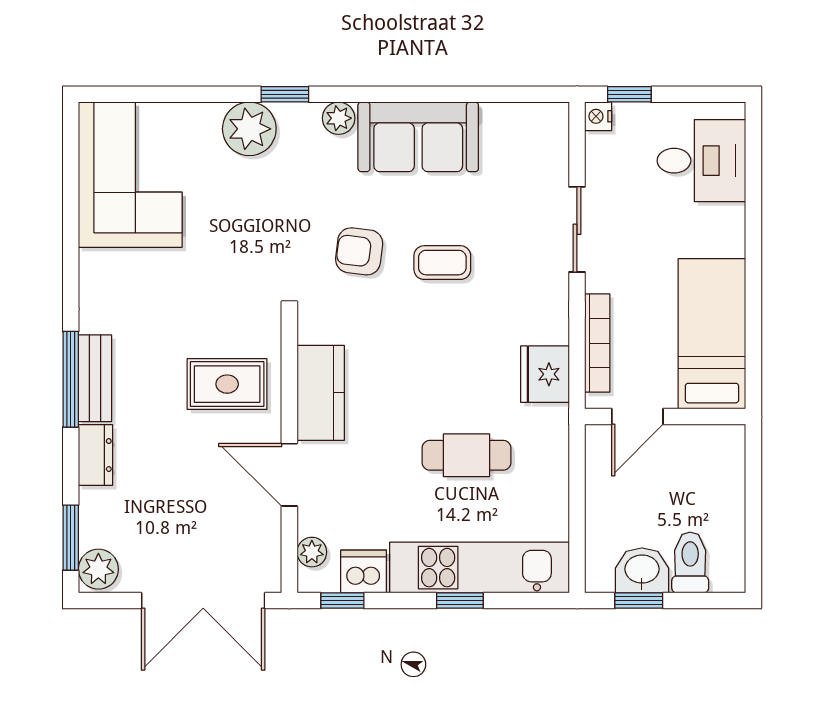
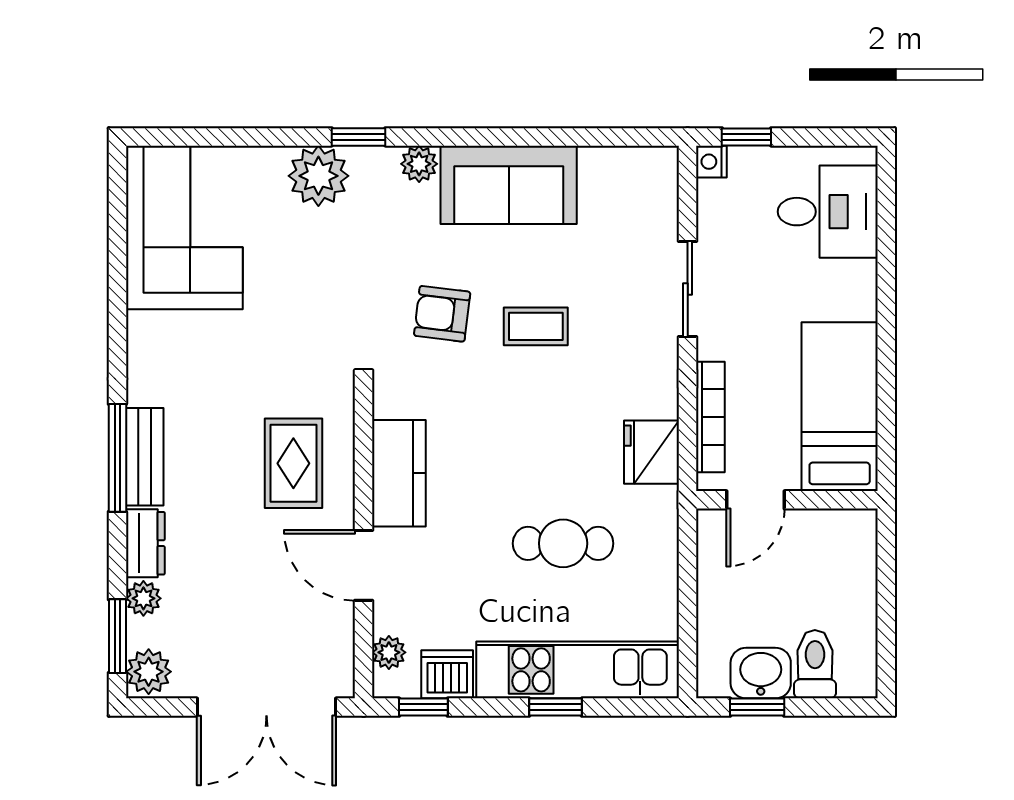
rug: (227, 384) -> (293, 463), turned 90
plant: (94, 504) -> (143, 598), added

